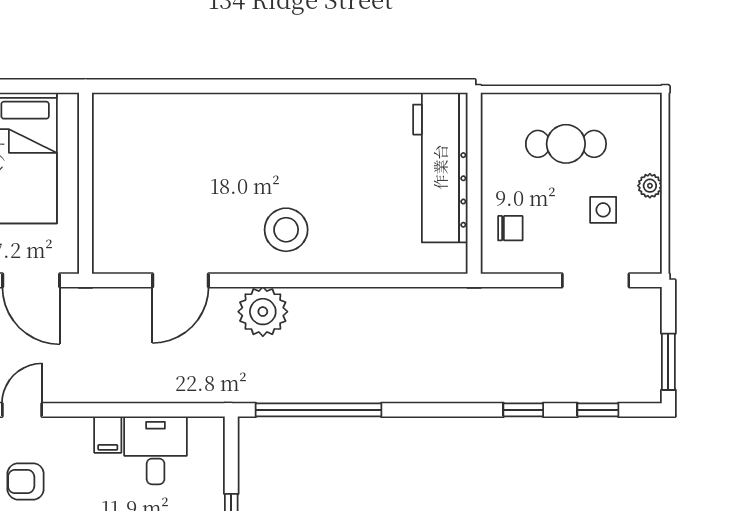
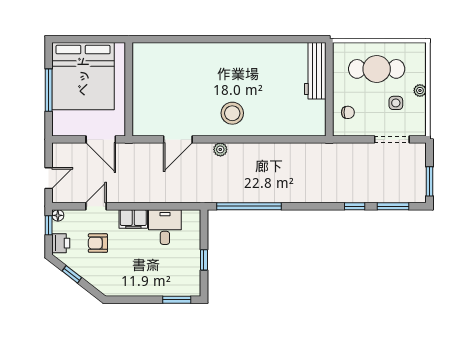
cafe table: (566, 144) -> (377, 69), width x1.37, depth x1.35
workbench: (440, 167) -> (315, 71), width x0.73, depth x0.76
plant: (263, 312) -> (220, 149), width x0.53, depth x0.53
window: (598, 410) -> (393, 206), width x1.50
filing cabinet: (108, 435) -> (133, 219), width x2.00

